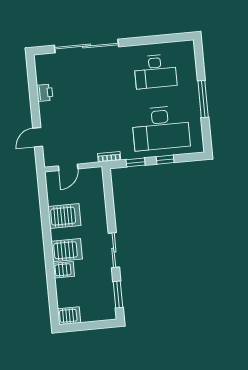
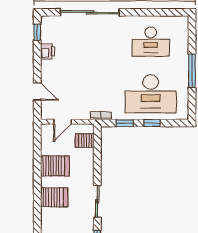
window: (32, 73) -> (37, 32), added
door: (38, 137) -> (37, 91), swing flipped
server rack: (64, 270) -> (85, 140), moved, turned 180

